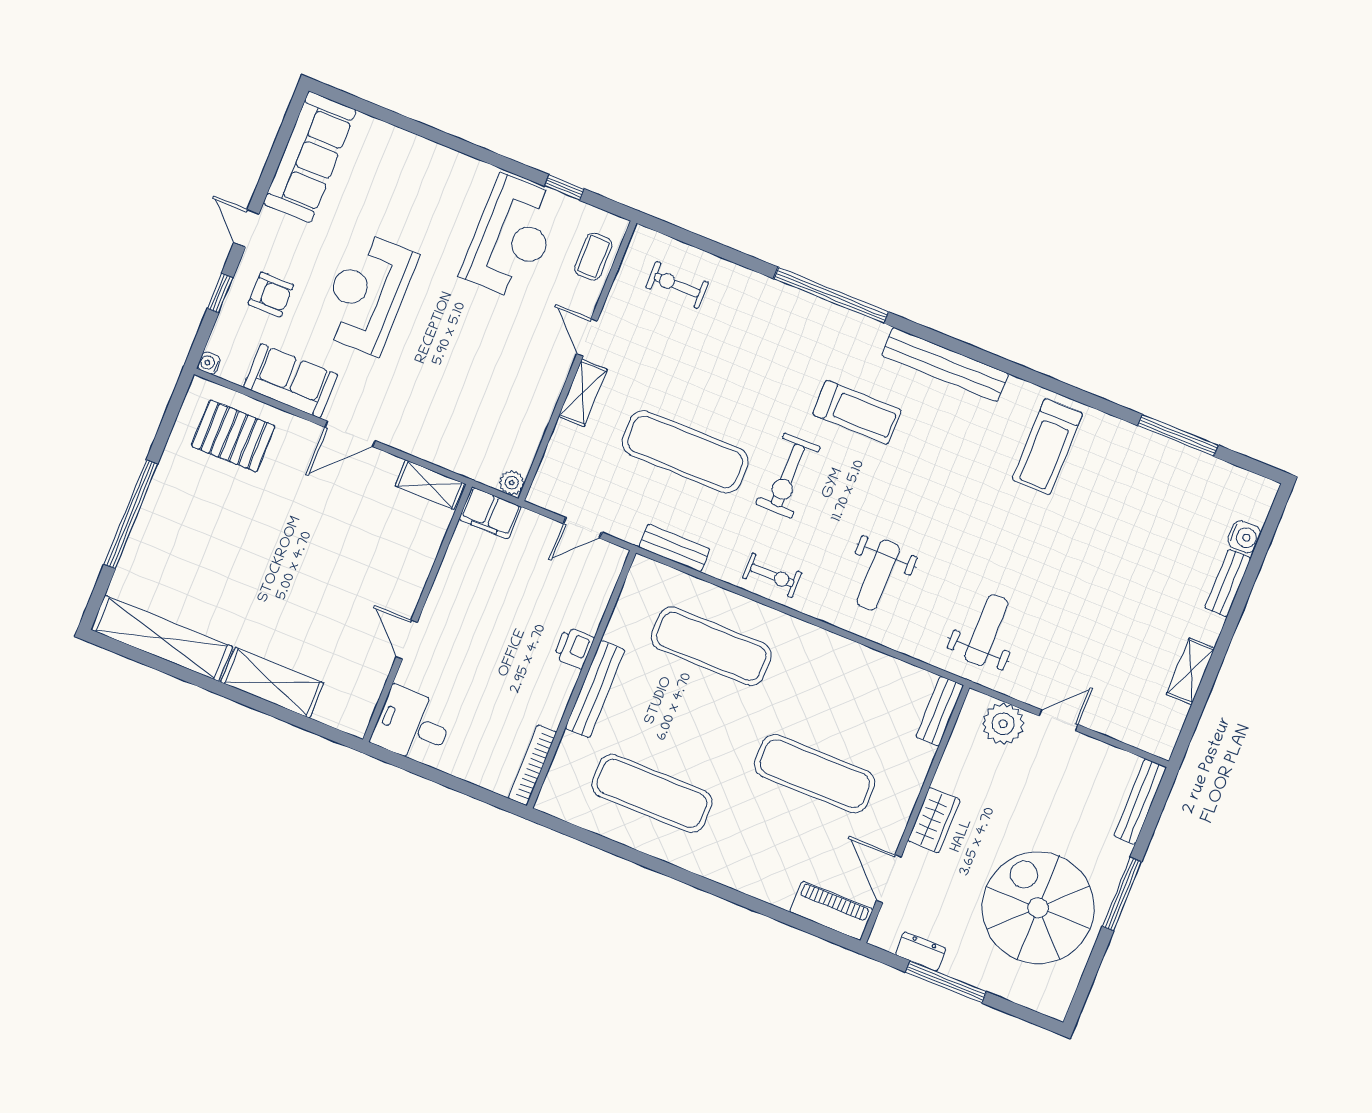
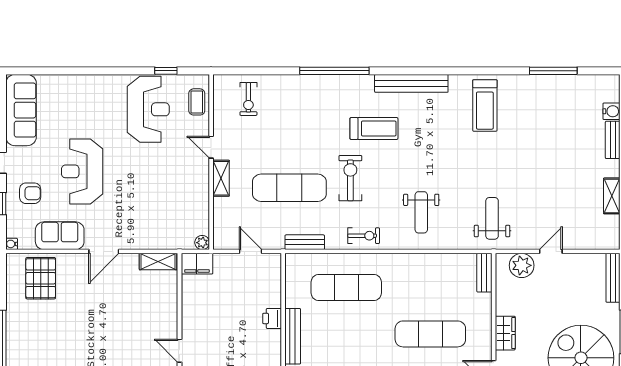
exercise bike: (677, 285) -> (248, 99), turned -90
pallet: (233, 436) -> (41, 278), turned 90
exercise bike: (788, 476) -> (350, 178), turned 180
door: (582, 528) -> (250, 251), swing flipped

